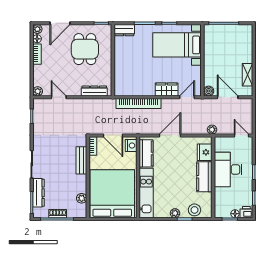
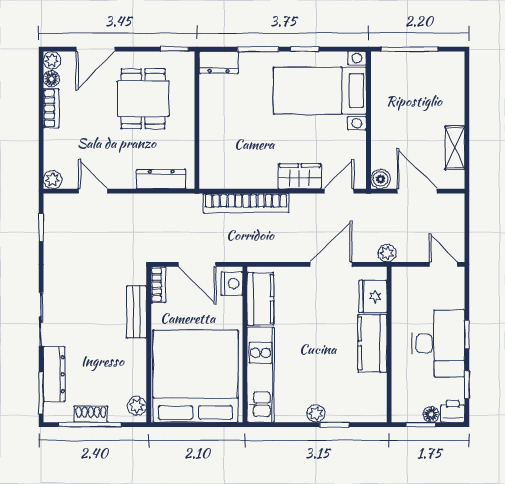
door: (170, 135) -> (331, 264), moved
desk: (228, 169) -> (438, 343), moved, turned 180
plant: (82, 198) -> (137, 406), moved
stool: (194, 210) -> (353, 407), removed

